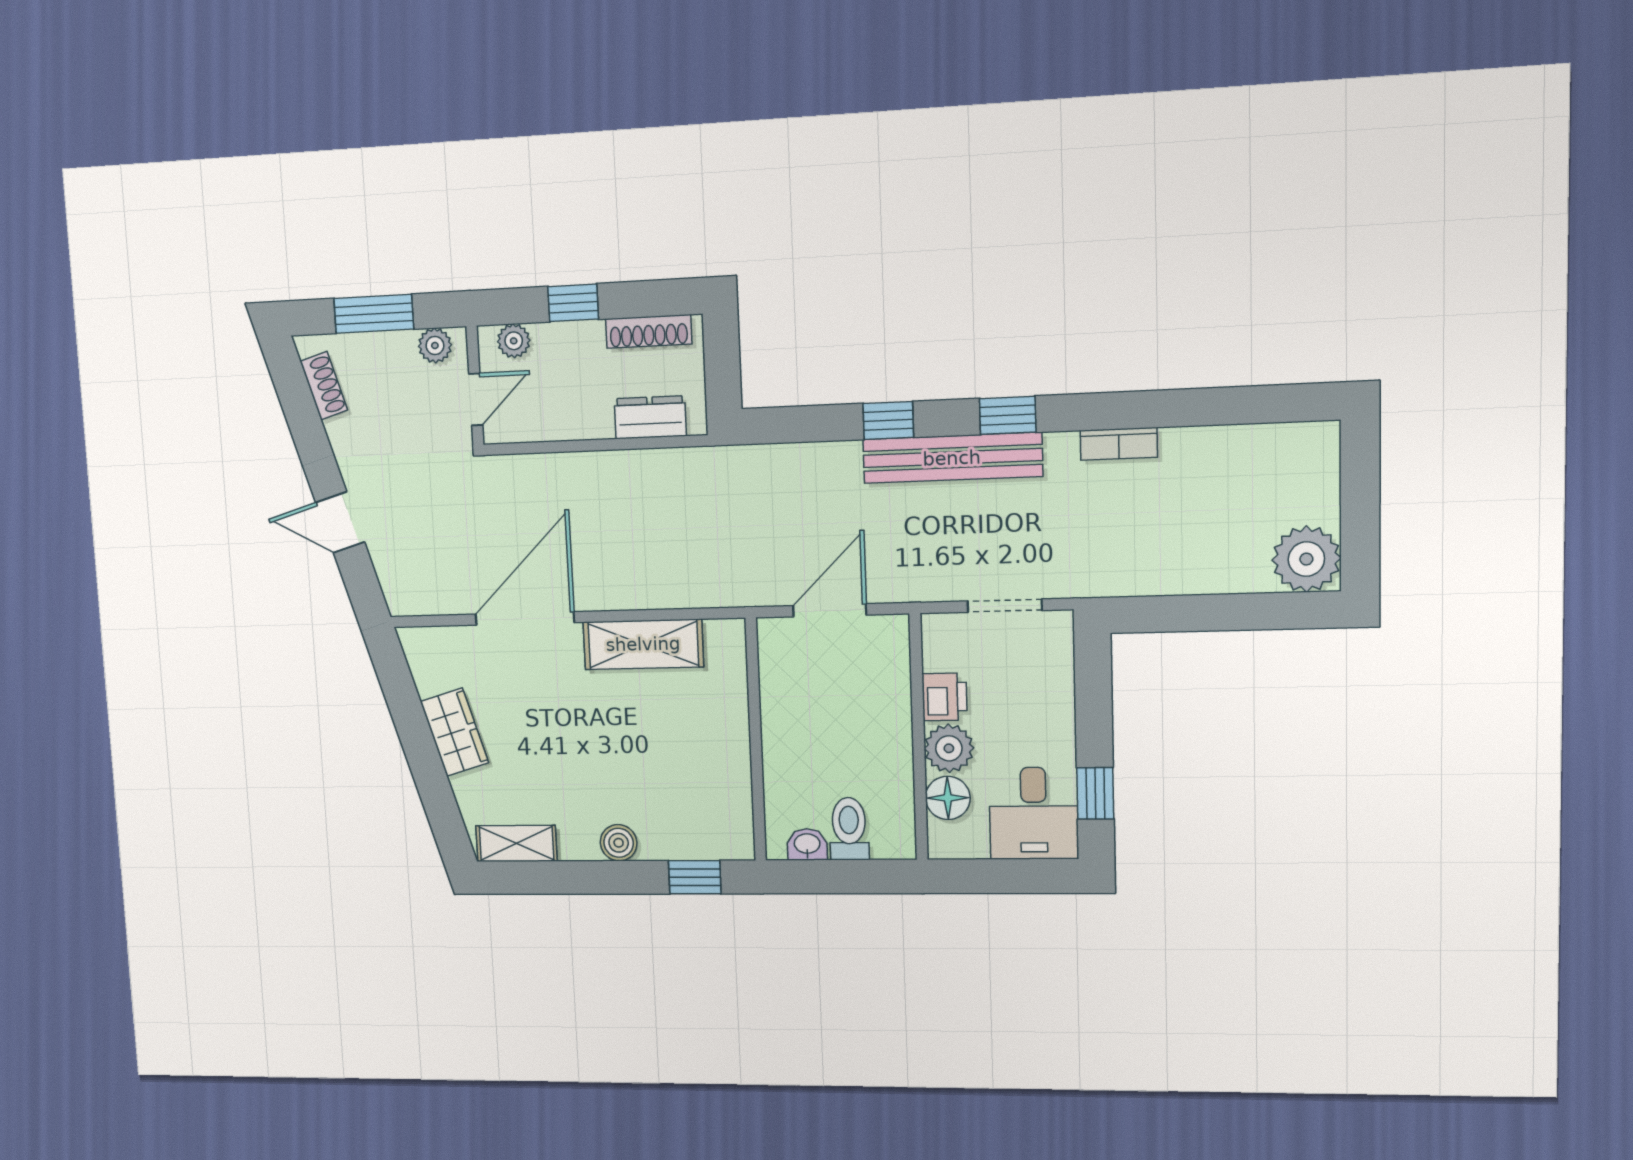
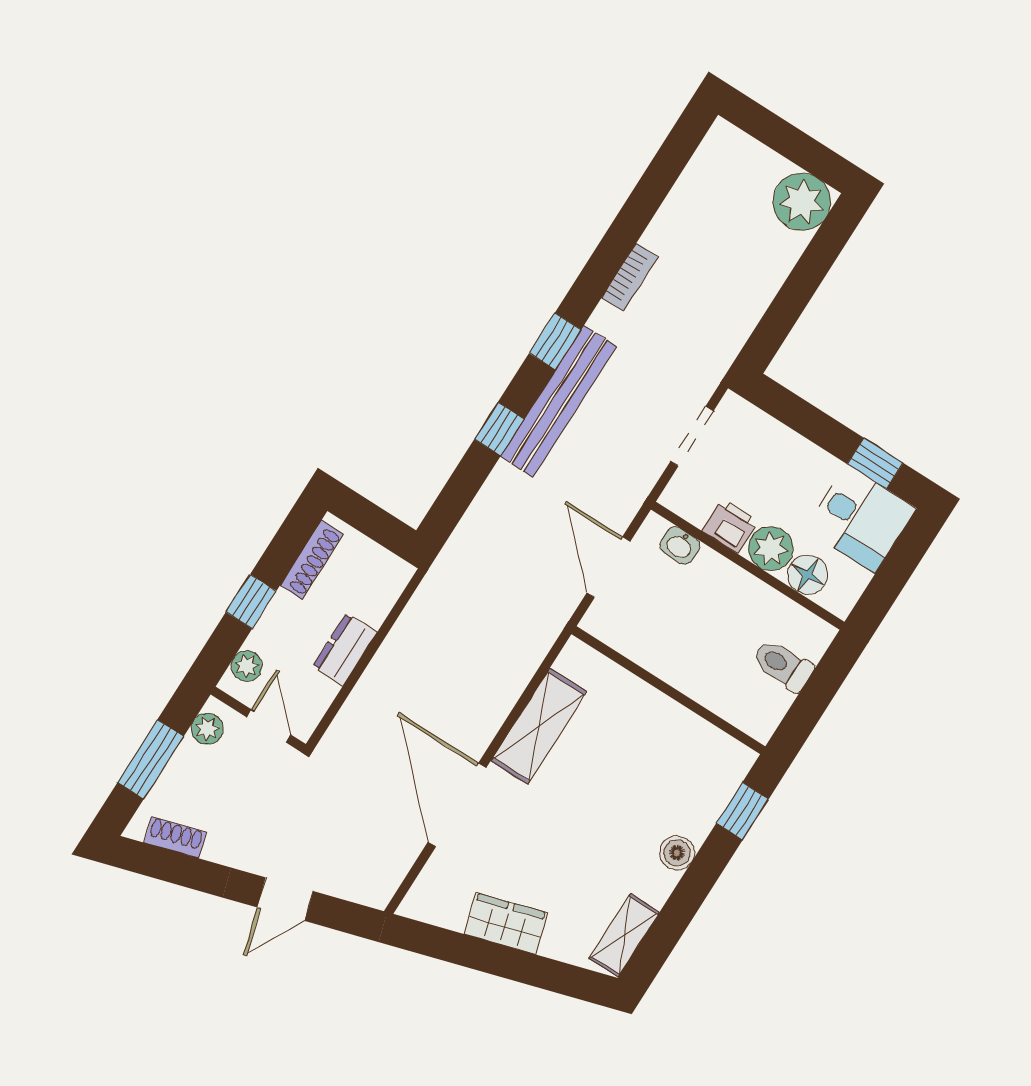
dresser: (650, 417) -> (345, 649), moved
washbasin: (807, 844) -> (680, 545), moved, turned -90

